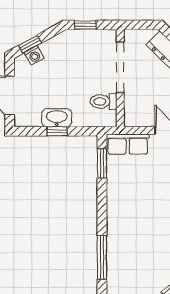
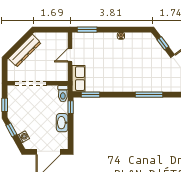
window: (30, 44) -> (11, 130), moved
toilet: (103, 102) -> (63, 94), moved
window: (57, 131) -> (71, 107), moved

